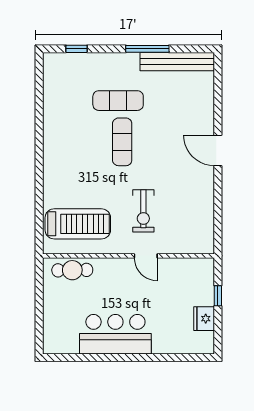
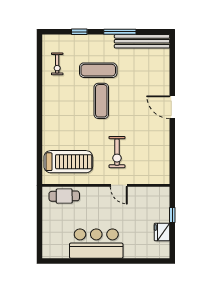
window: (77, 49) -> (79, 32), moved
exercise bike: (63, 92) -> (57, 64), added

